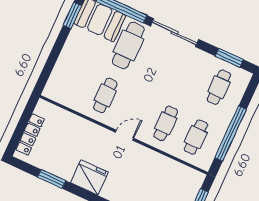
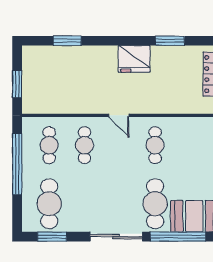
cafe table: (219, 87) -> (49, 204), width x1.37, depth x1.35
door: (125, 135) -> (119, 115), hinge flipped

